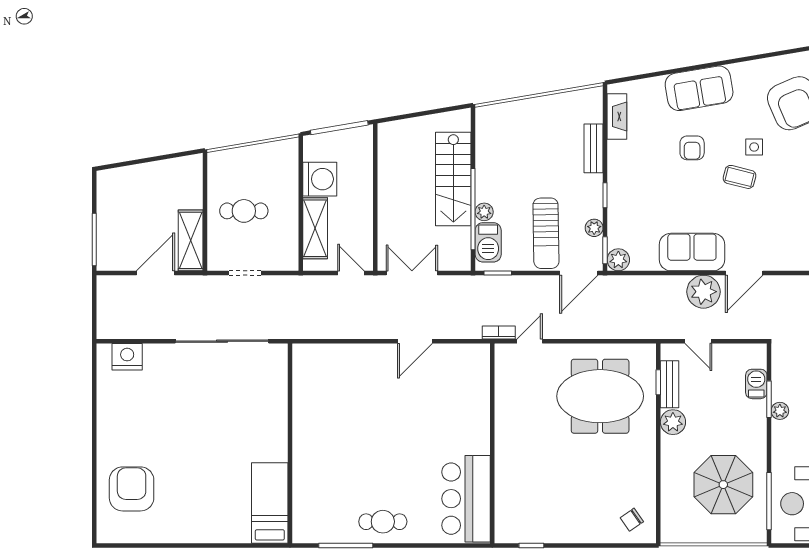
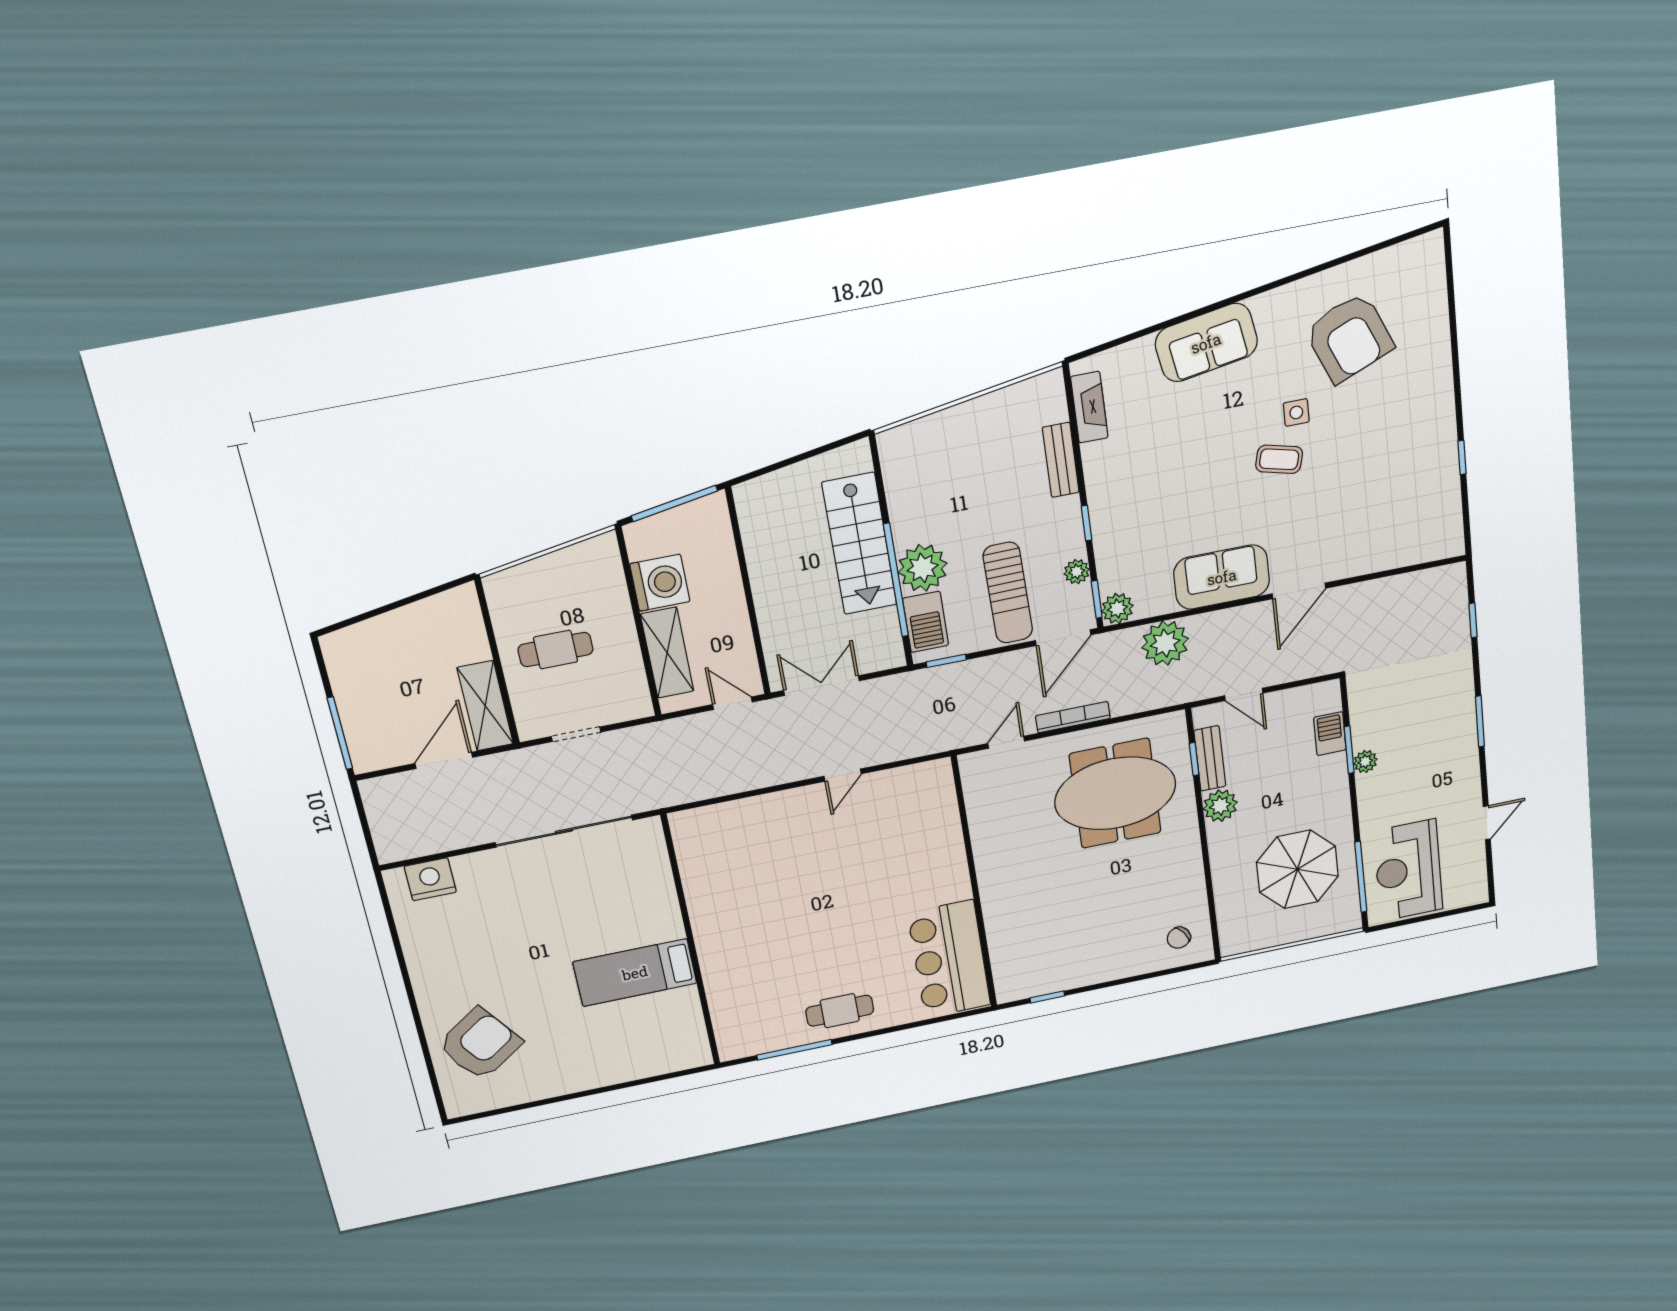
armchair: (692, 148) -> (1206, 431), removed
plant: (484, 212) -> (923, 568), width x1.88, depth x1.88
plant: (703, 292) -> (1165, 643), moved
bookcase: (499, 332) -> (1073, 717), moved, width x1.56
door: (415, 341) -> (843, 775), width x0.73
armchair: (132, 489) -> (480, 1044), turned 55
bed: (270, 503) -> (635, 973), moved, turned -90

